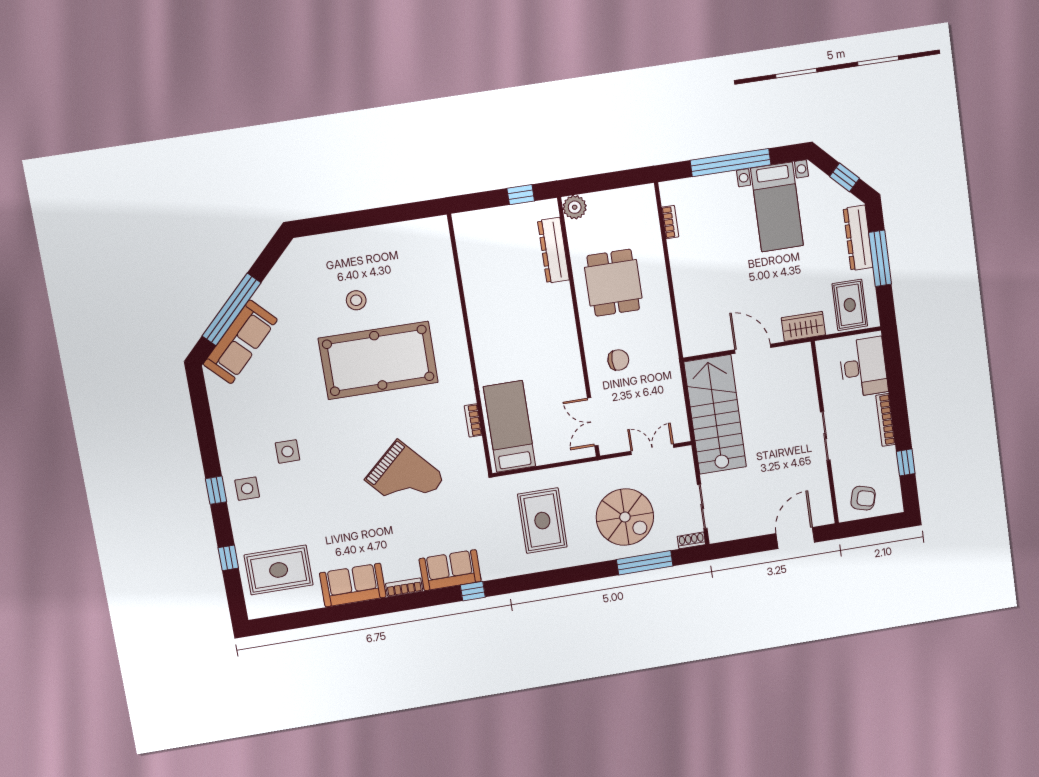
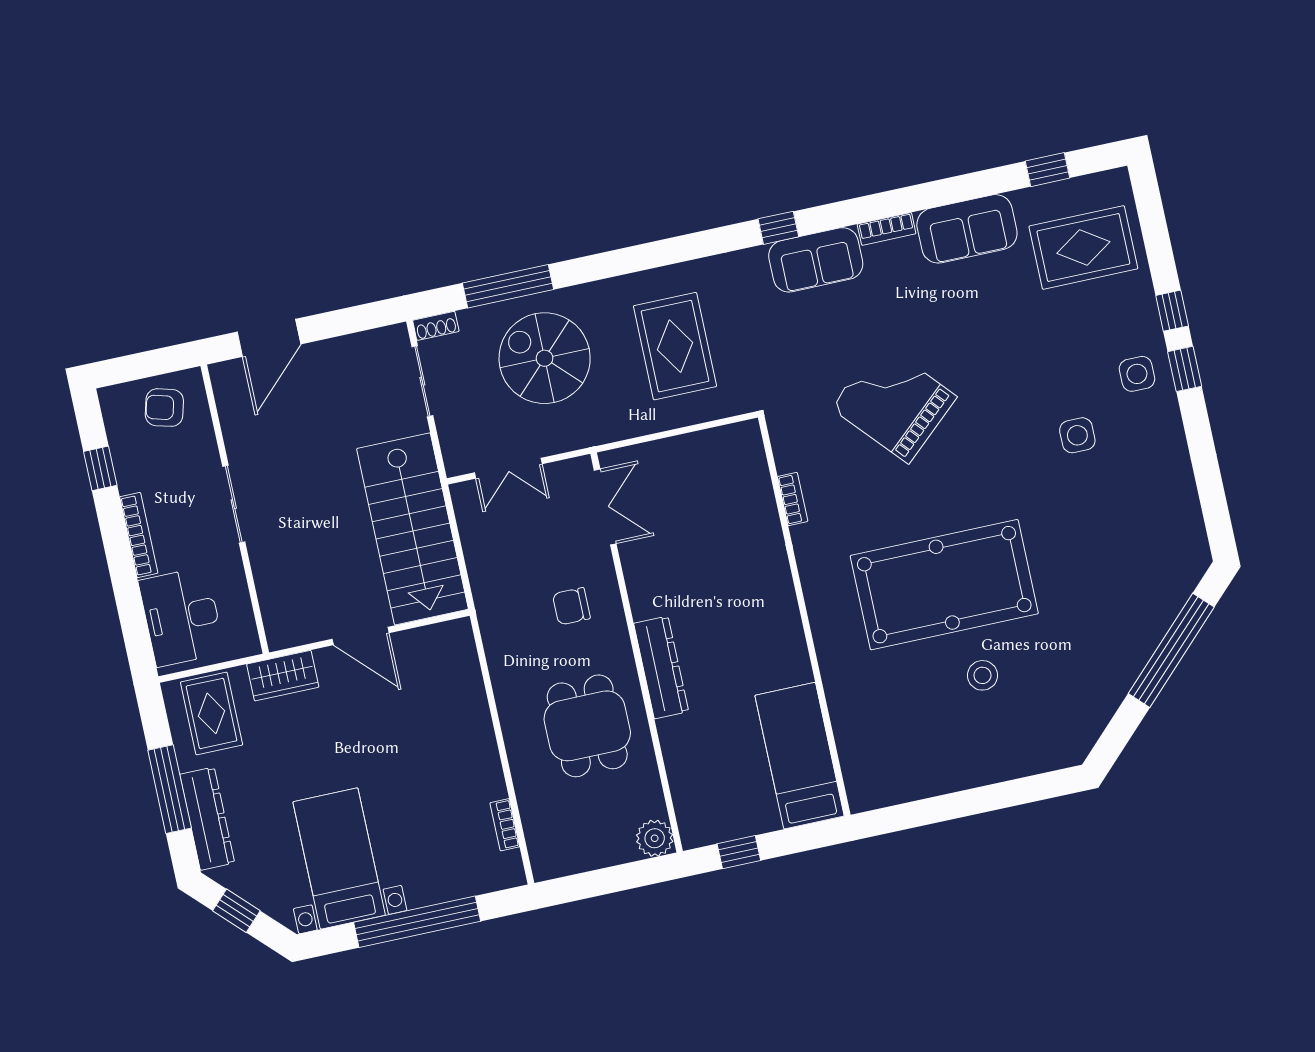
dresser: (553, 250) -> (661, 667), moved
sofa: (240, 342) -> (1156, 601), removed
bed: (510, 426) -> (800, 756), moved, turned 180
window: (228, 558) -> (1172, 311), moved
window: (300, 620) -> (1047, 170), added

